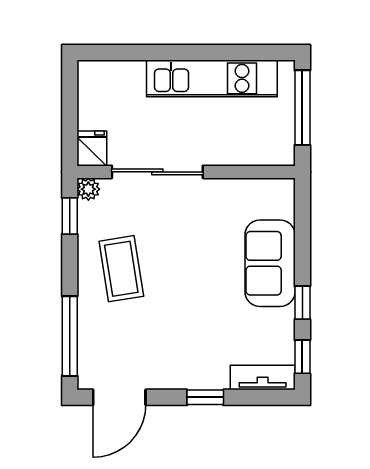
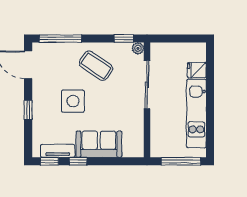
fridge: (92, 148) -> (197, 70), moved, turned 180
coffee table: (121, 269) -> (96, 66), turned 43
side table: (188, 312) -> (73, 101), added
tv unit: (263, 378) -> (58, 151), moved, turned -90

